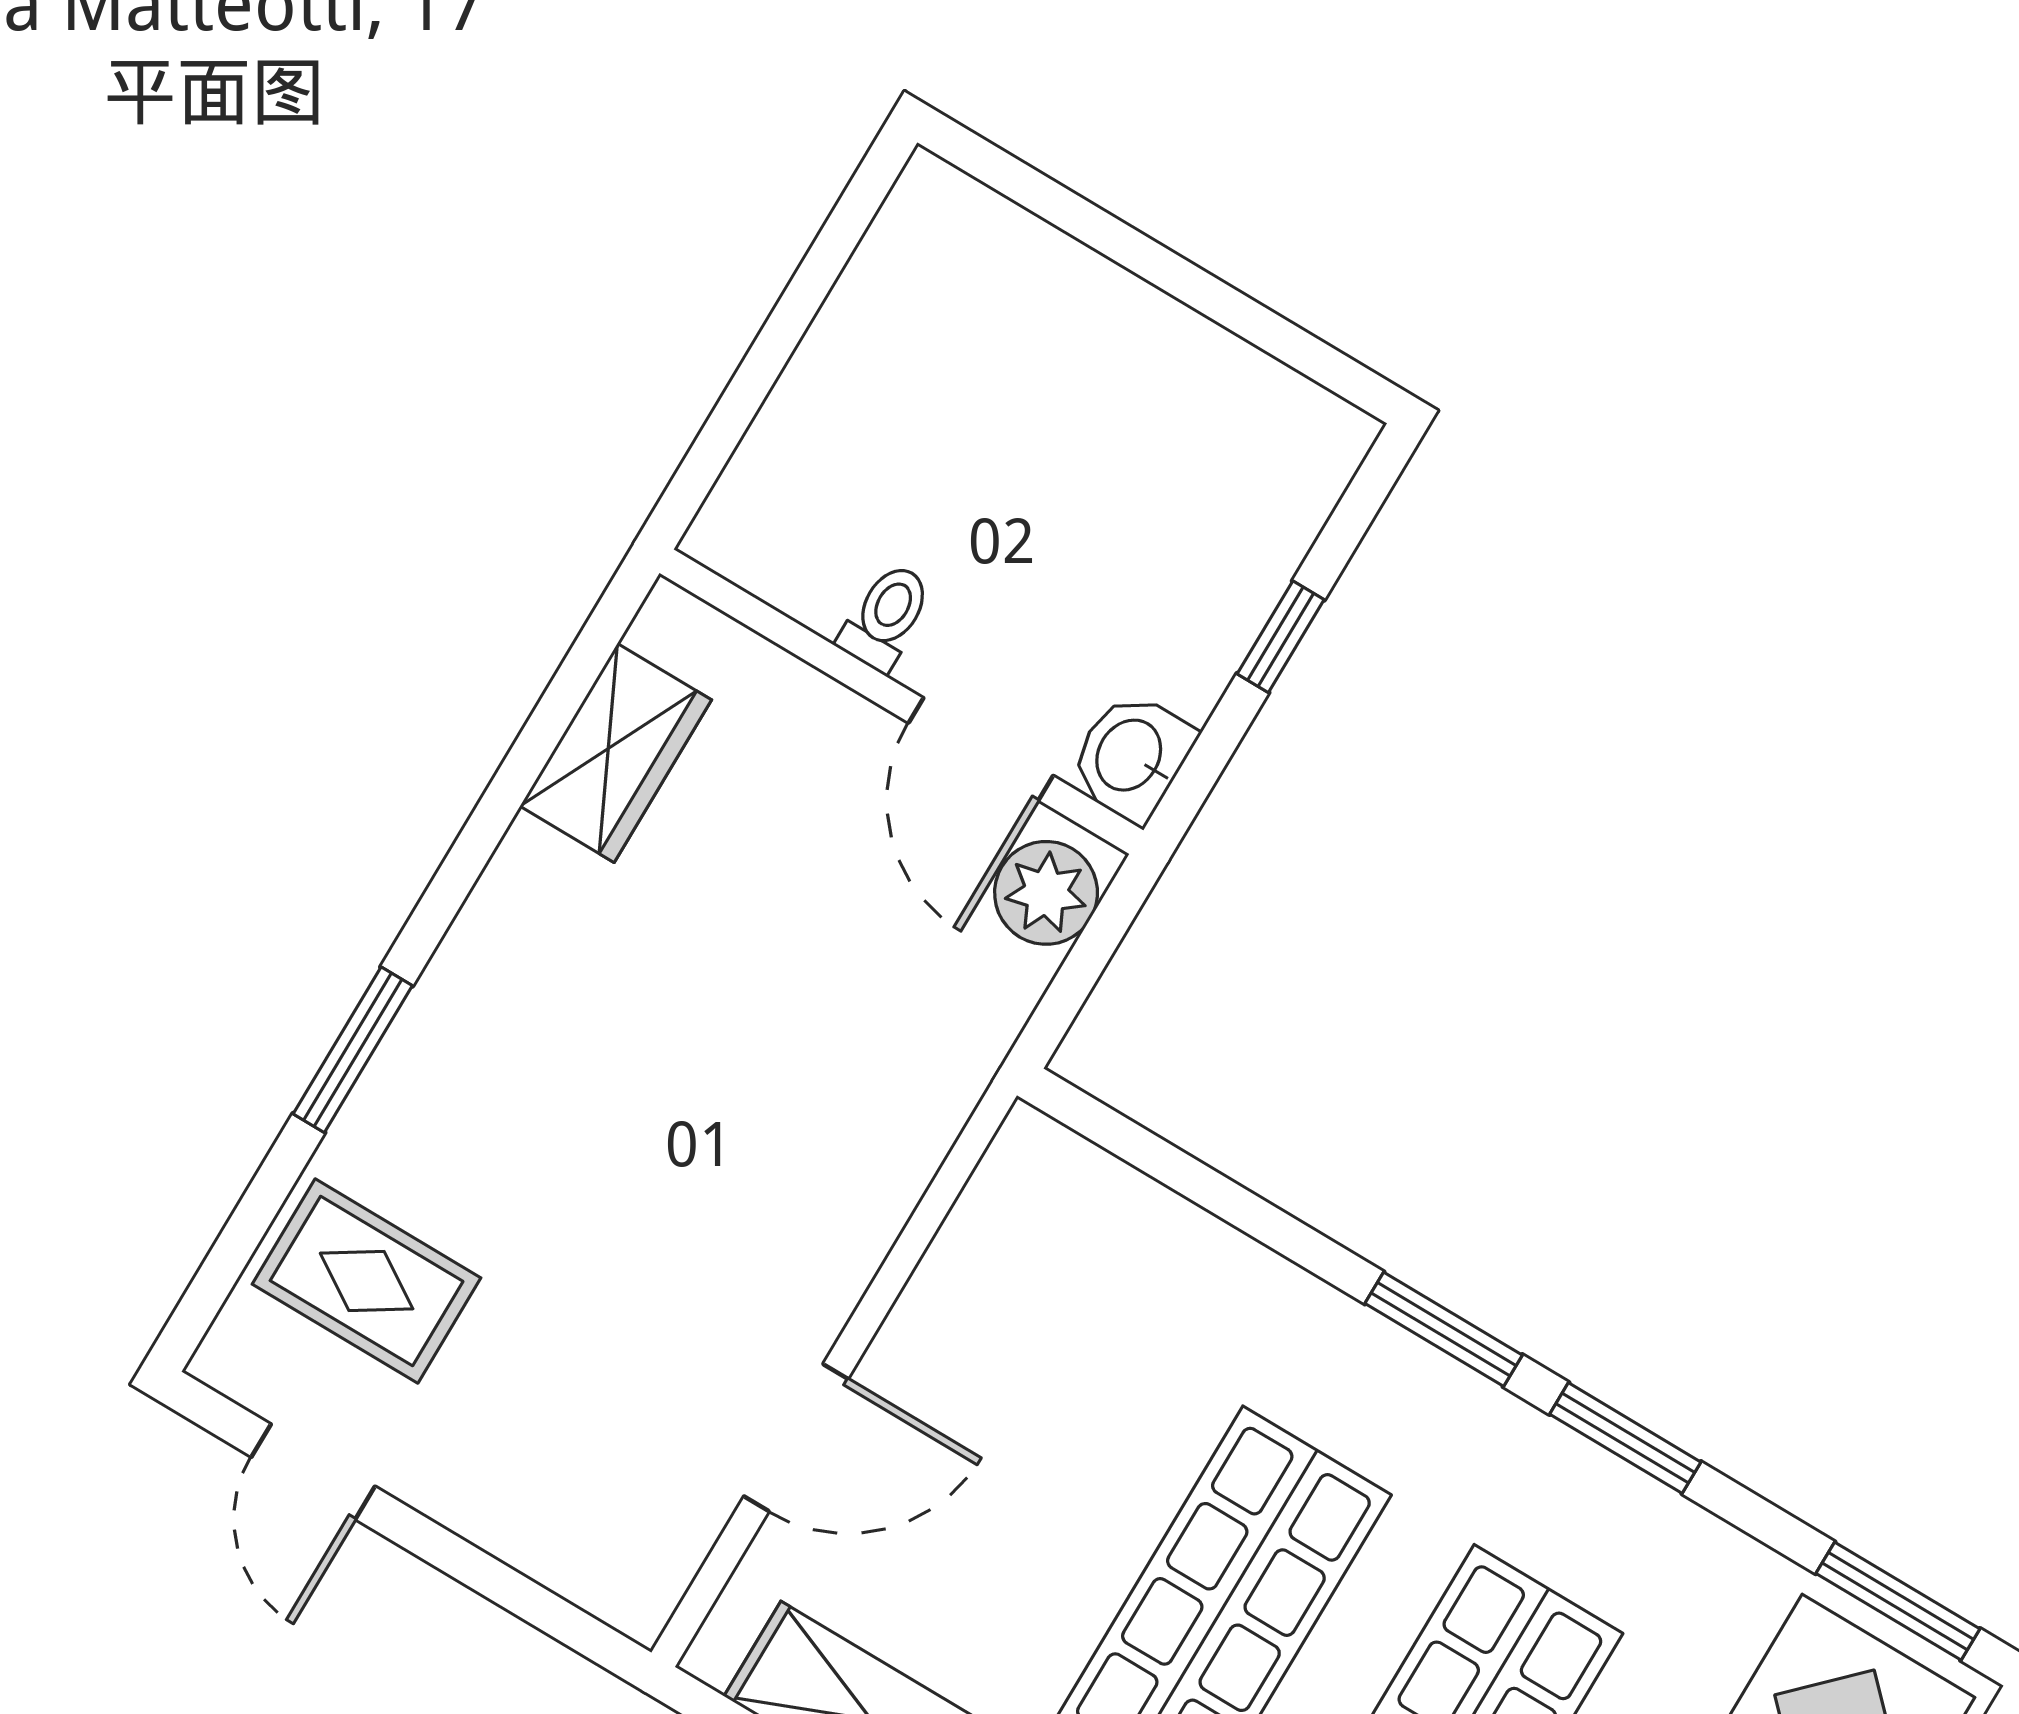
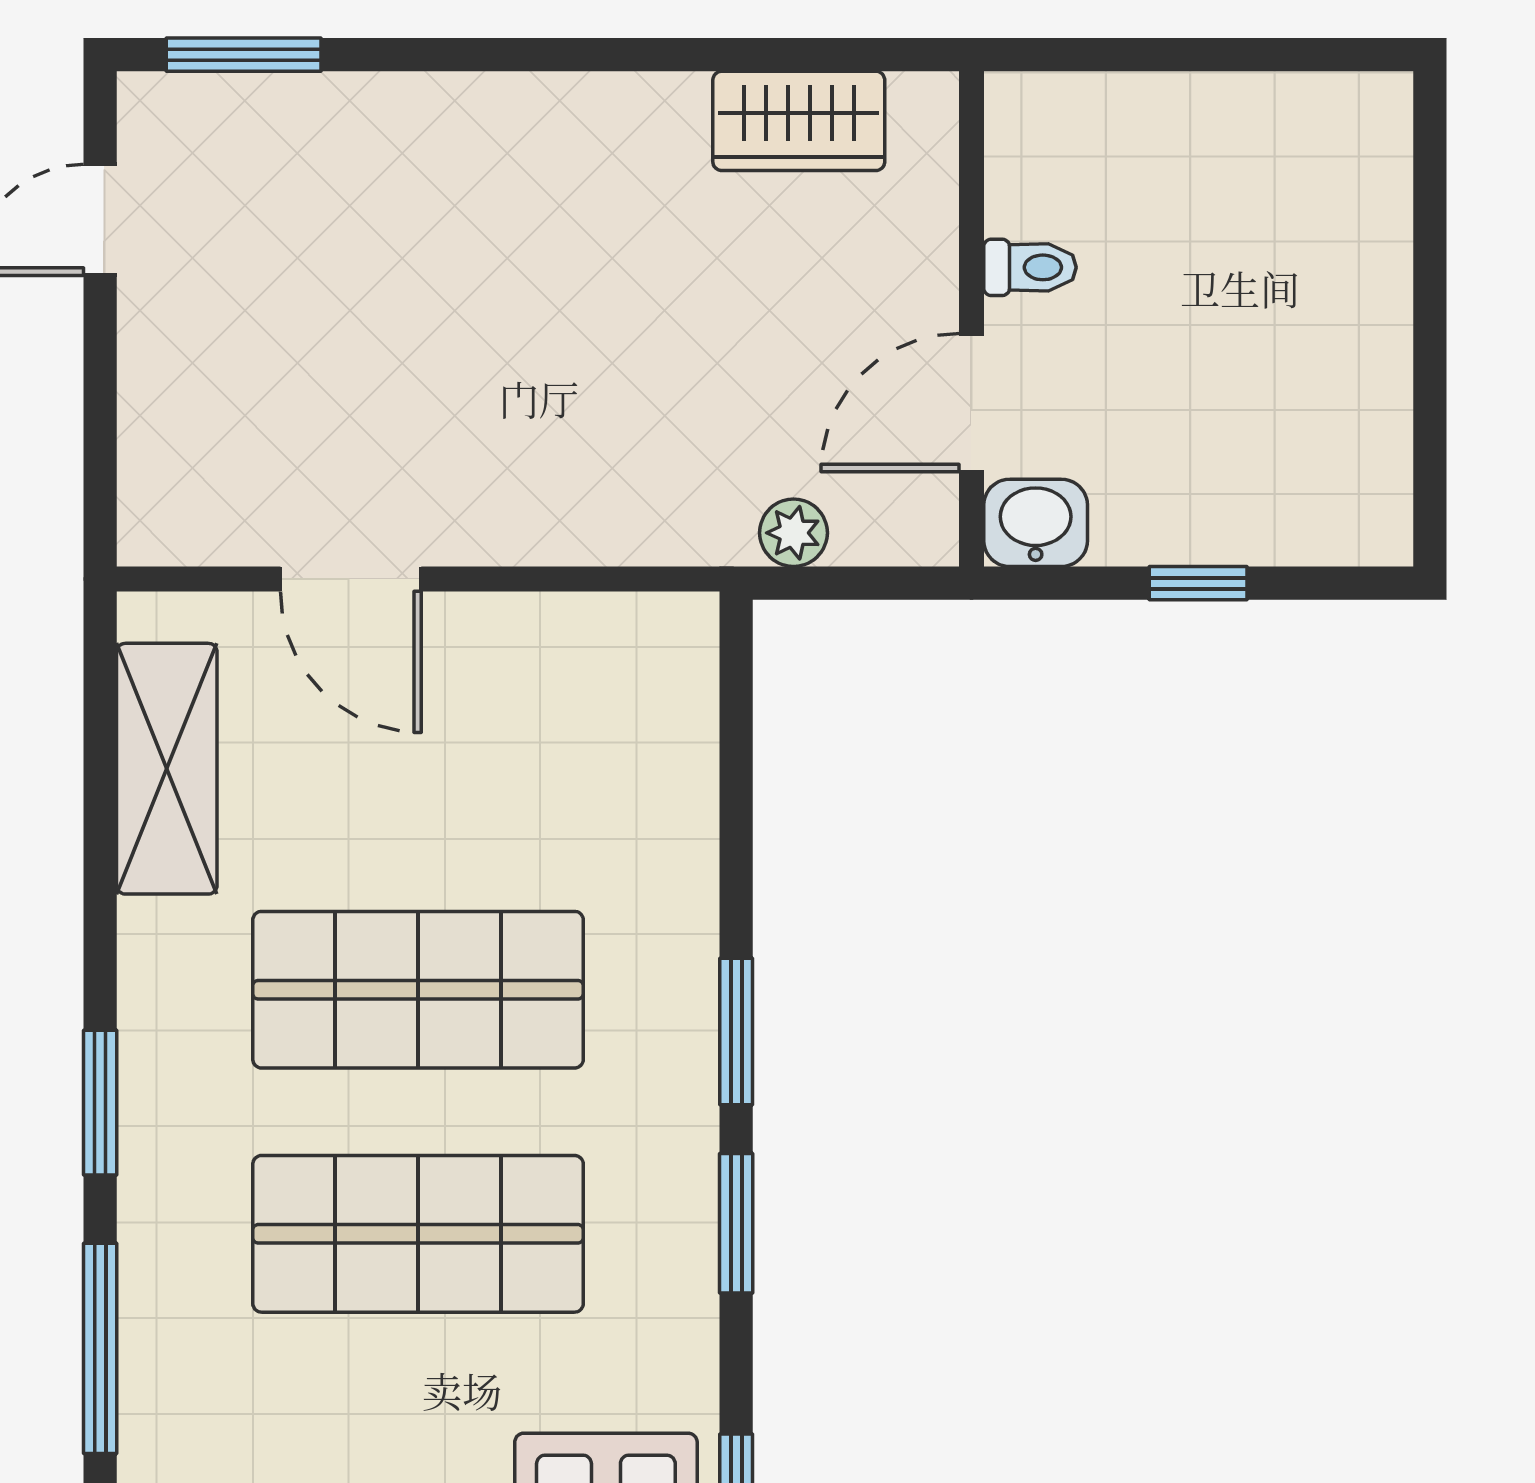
plant: (1046, 893) -> (794, 533), moved, width x0.73, depth x0.73
window: (353, 1050) -> (244, 55), moved
rug: (367, 1281) -> (273, 173), removed

